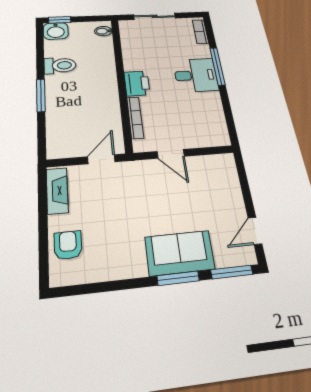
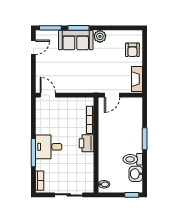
washbasin: (56, 31) -> (136, 174), moved, turned -90
door: (171, 154) -> (48, 95), moved
plant: (134, 265) -> (100, 36), added

